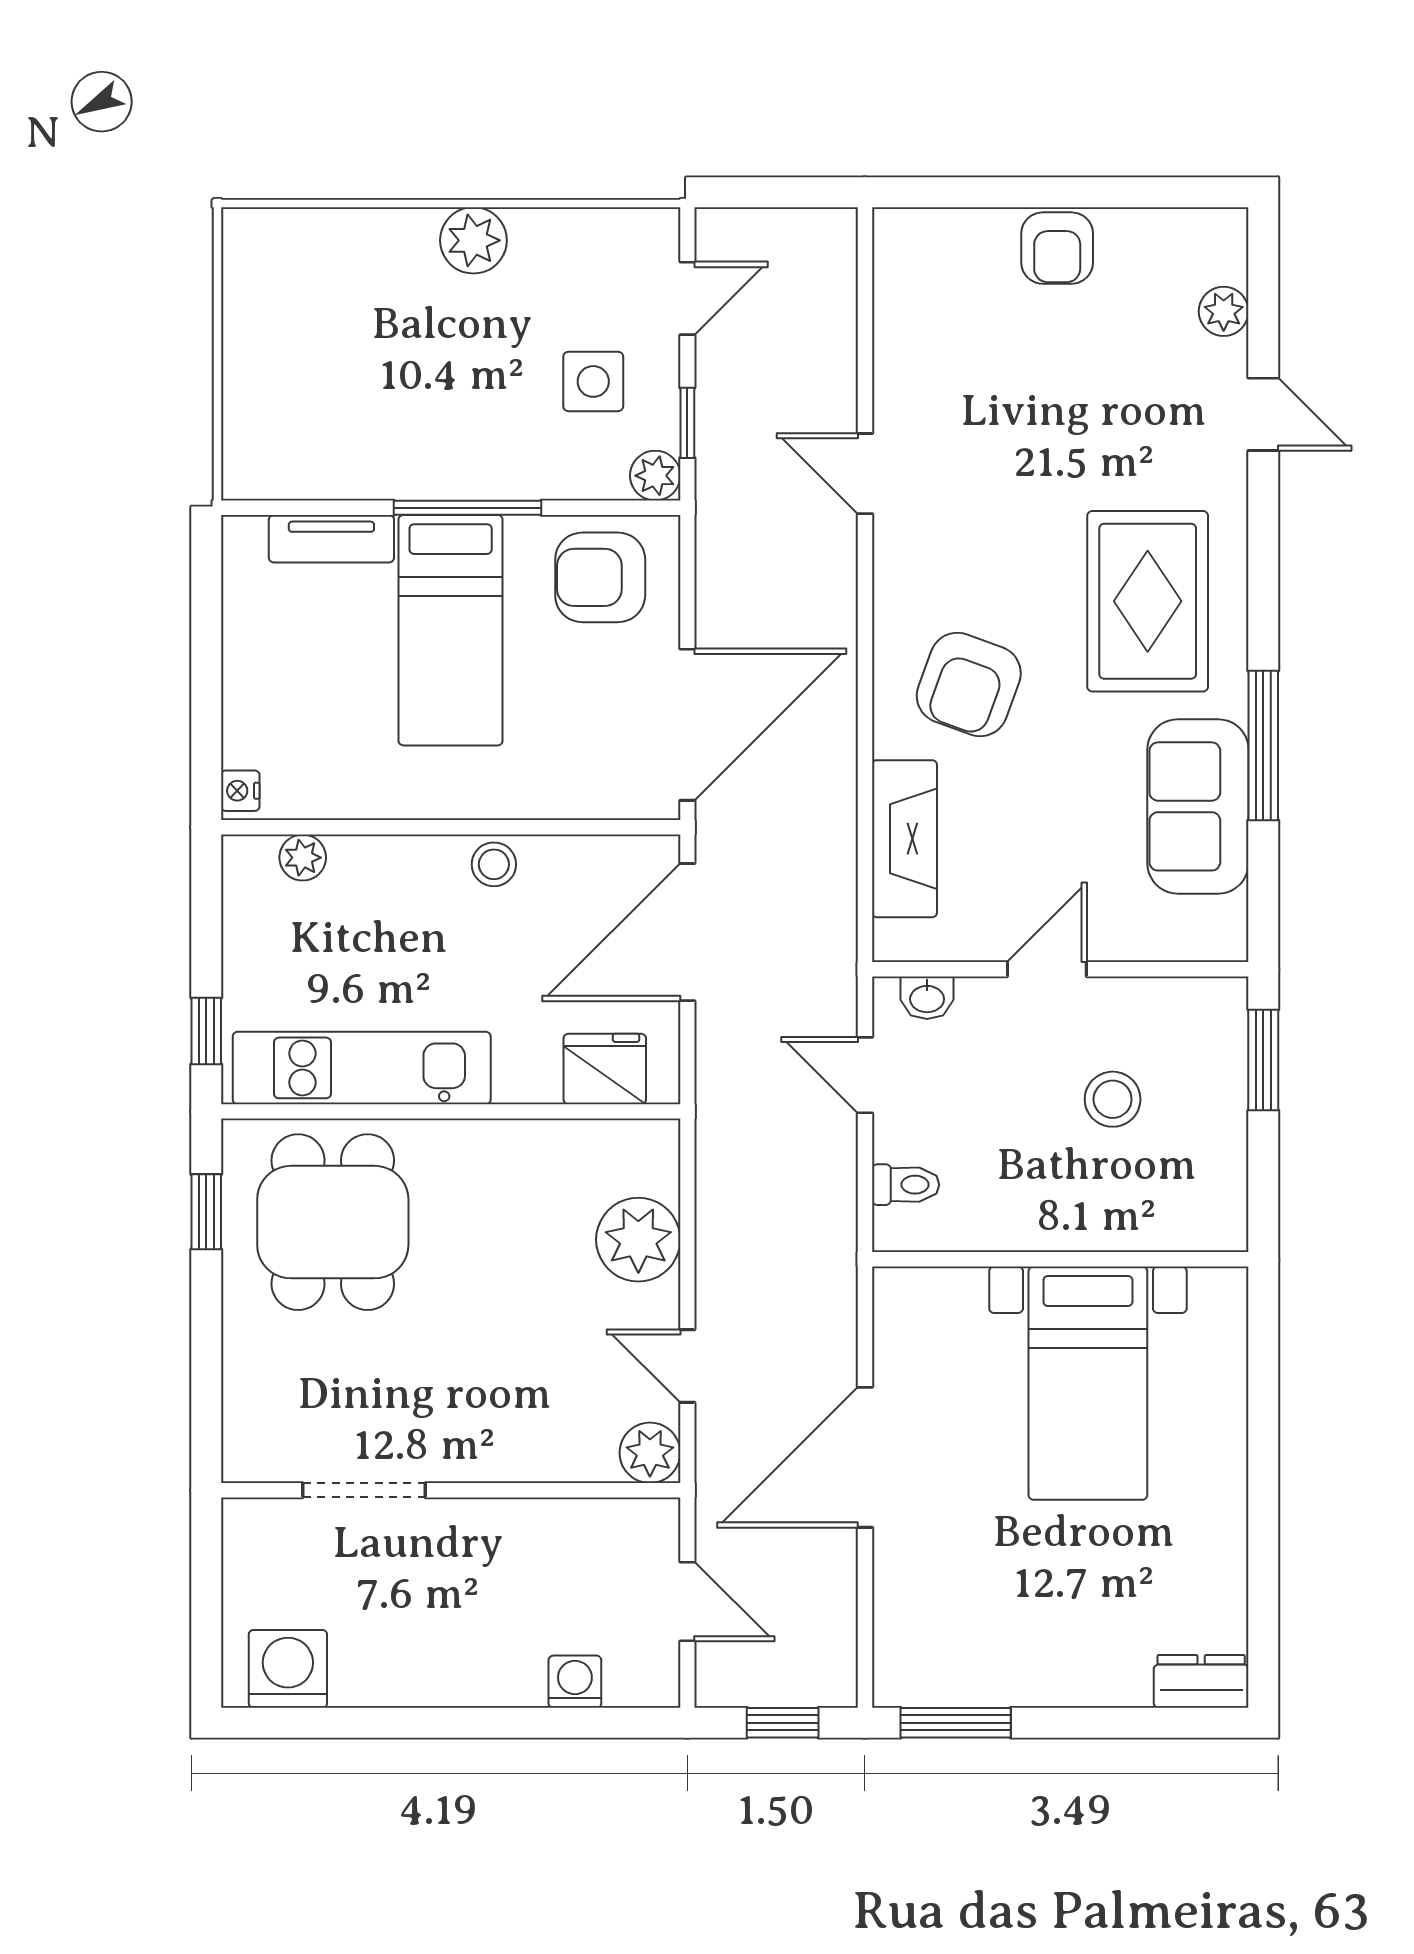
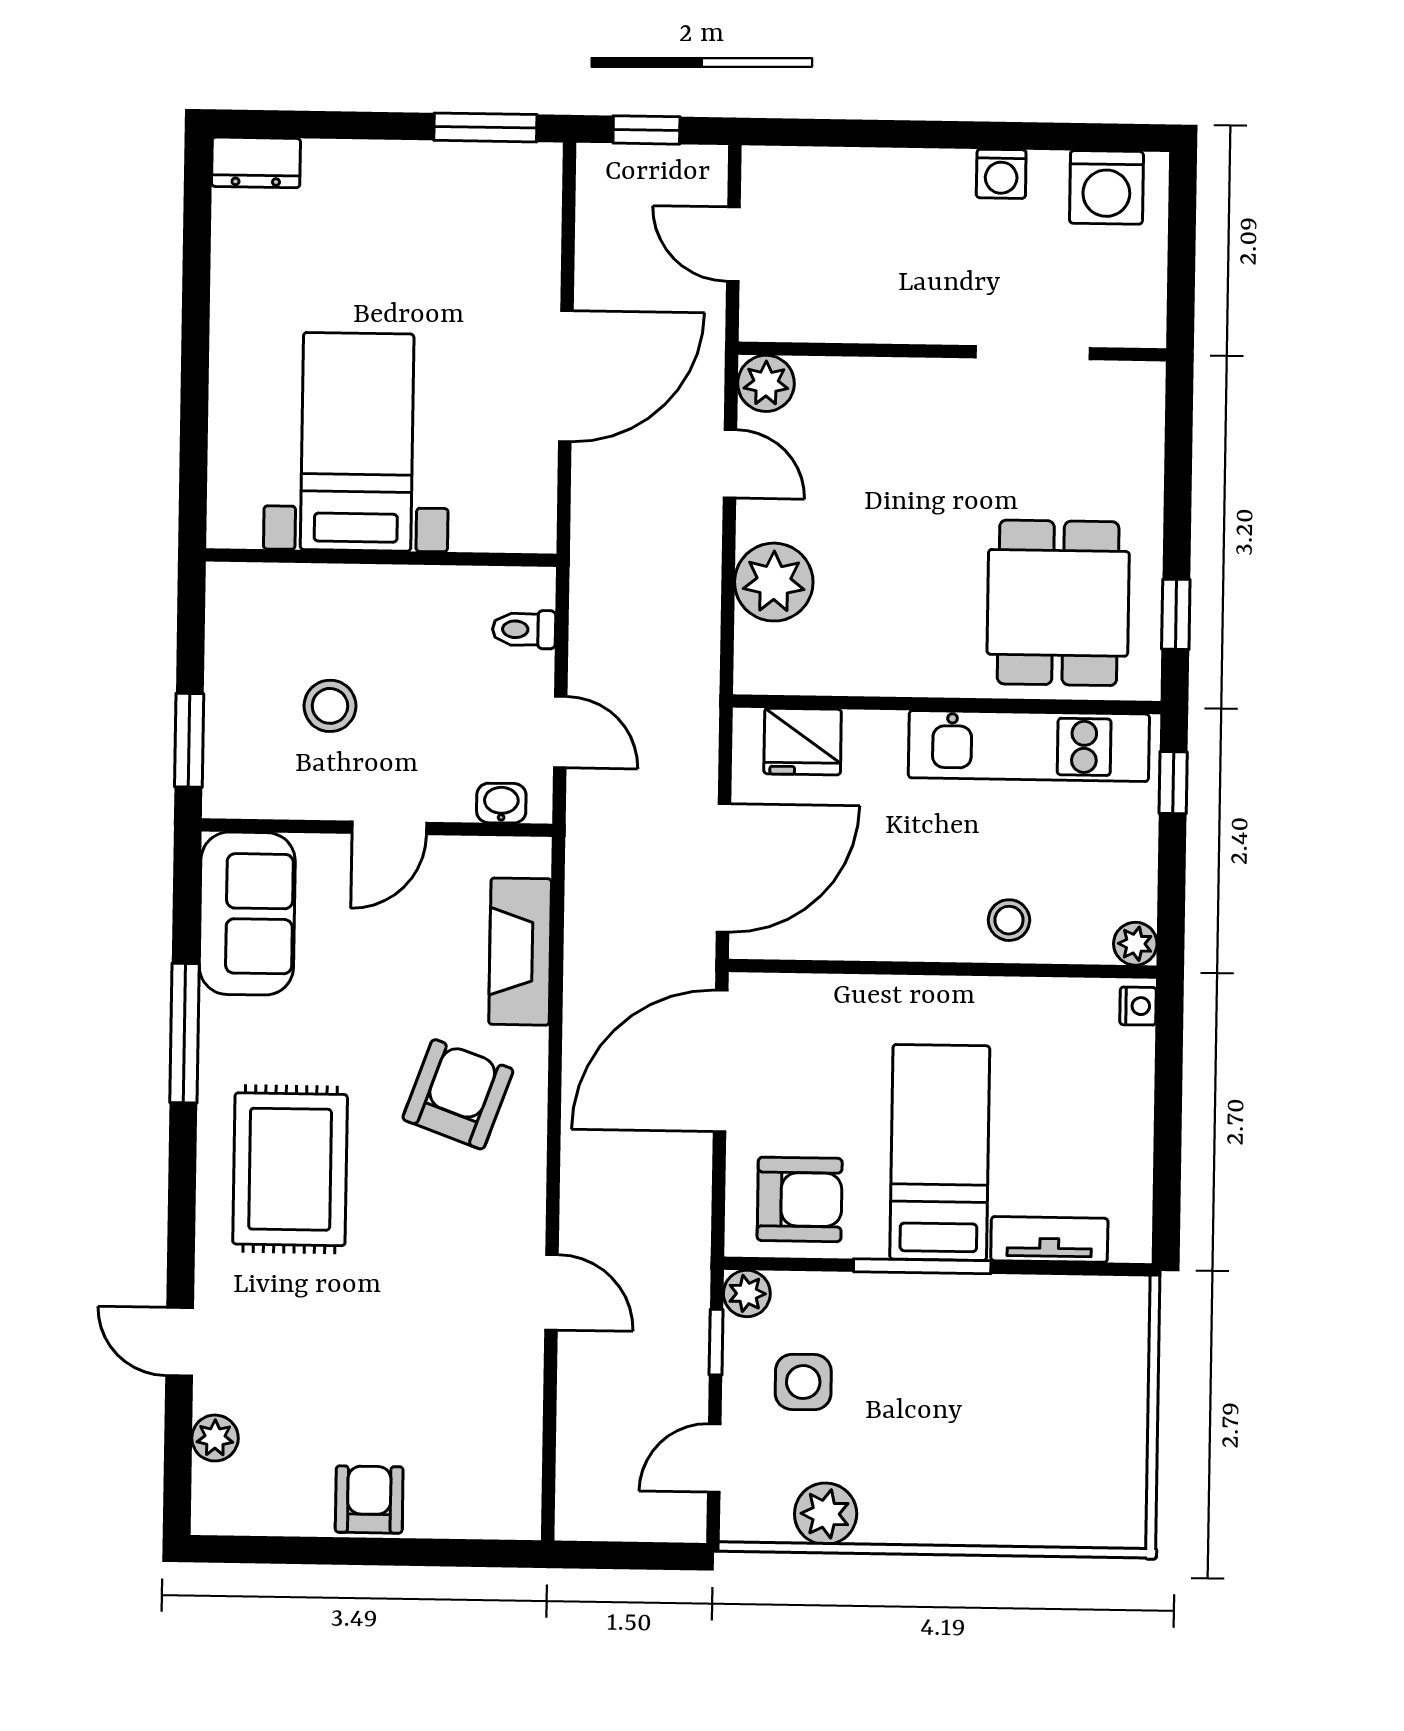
plant: (473, 240) -> (826, 1514), moved
sofa: (1198, 806) -> (247, 914), moved
plant: (303, 858) -> (1135, 944), moved
stool: (494, 864) -> (1009, 920), moved
washing machine: (575, 1682) -> (1001, 174), moved

